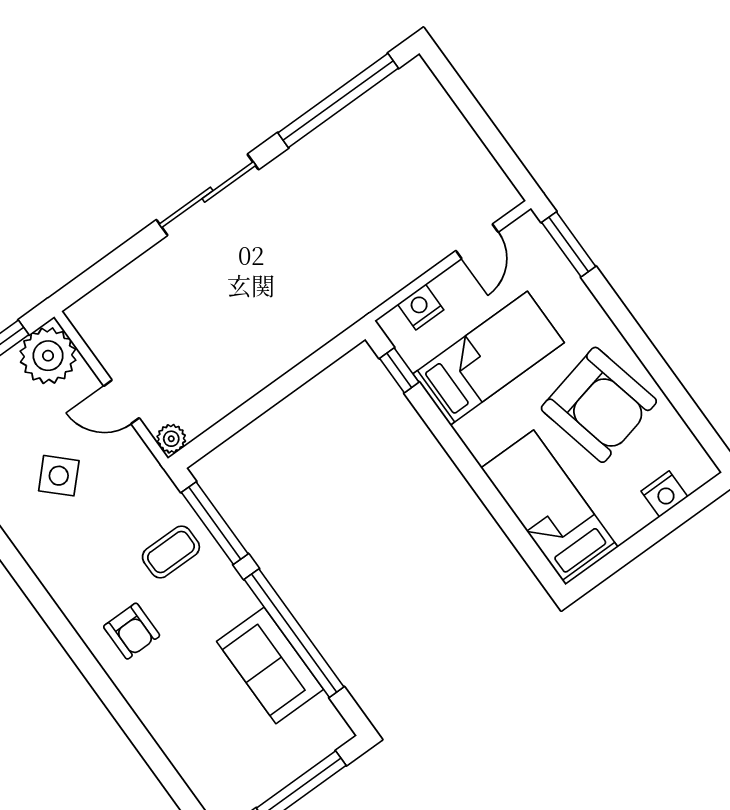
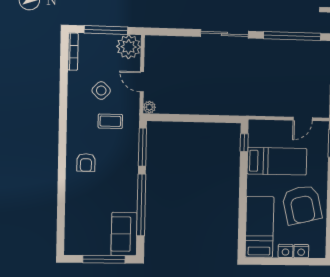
nightstand: (421, 307) -> (286, 251), moved, turned 180
coffee table: (171, 552) -> (110, 121), moved
sofa: (270, 665) -> (124, 234), moved

